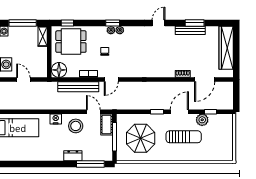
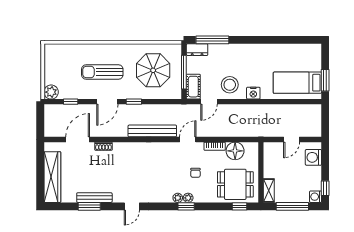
floor lamp: (59, 70) -> (235, 151), moved
door: (23, 80) -> (292, 139), hinge flipped
bench: (78, 87) -> (152, 131), moved
door: (93, 112) -> (209, 102), hinge flipped
plant: (202, 120) -> (51, 92), moved
dresser: (73, 156) -> (197, 50), moved

